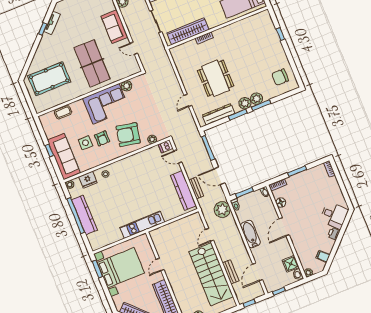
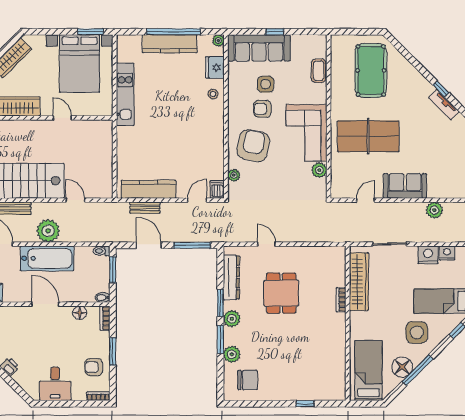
chair: (280, 77) -> (248, 380), turned 90
dining table: (216, 78) -> (281, 293), width x0.73
plant: (256, 99) -> (232, 354), moved
door: (219, 176) -> (149, 245), hinge flipped
armchair: (312, 179) -> (94, 367), added
plant: (222, 210) -> (48, 231), moved
desk: (334, 215) -> (55, 384), moved, turned -45
kitchen unit: (142, 225) -> (125, 94), moved
bathtub: (250, 234) -> (47, 258), width x1.36, depth x1.36

